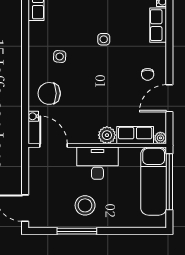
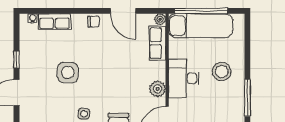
side table: (104, 39) -> (68, 72), width x1.87, depth x1.87
chair: (148, 74) -> (94, 22), moved
plant: (107, 135) -> (158, 89), moved
stool: (85, 205) -> (222, 71), moved

